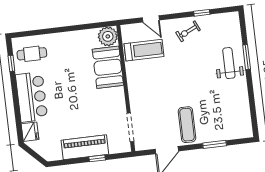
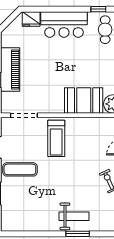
treadmill: (144, 50) -> (56, 138), moved

